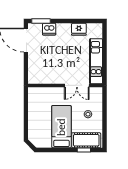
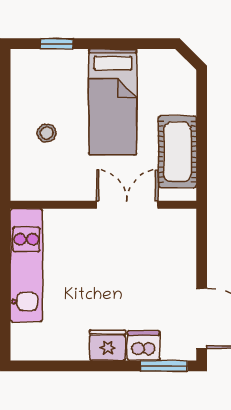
fridge: (79, 29) -> (108, 345), moved
double door: (77, 85) -> (127, 205), moved
cot: (86, 140) -> (177, 152), moved, turned 90

